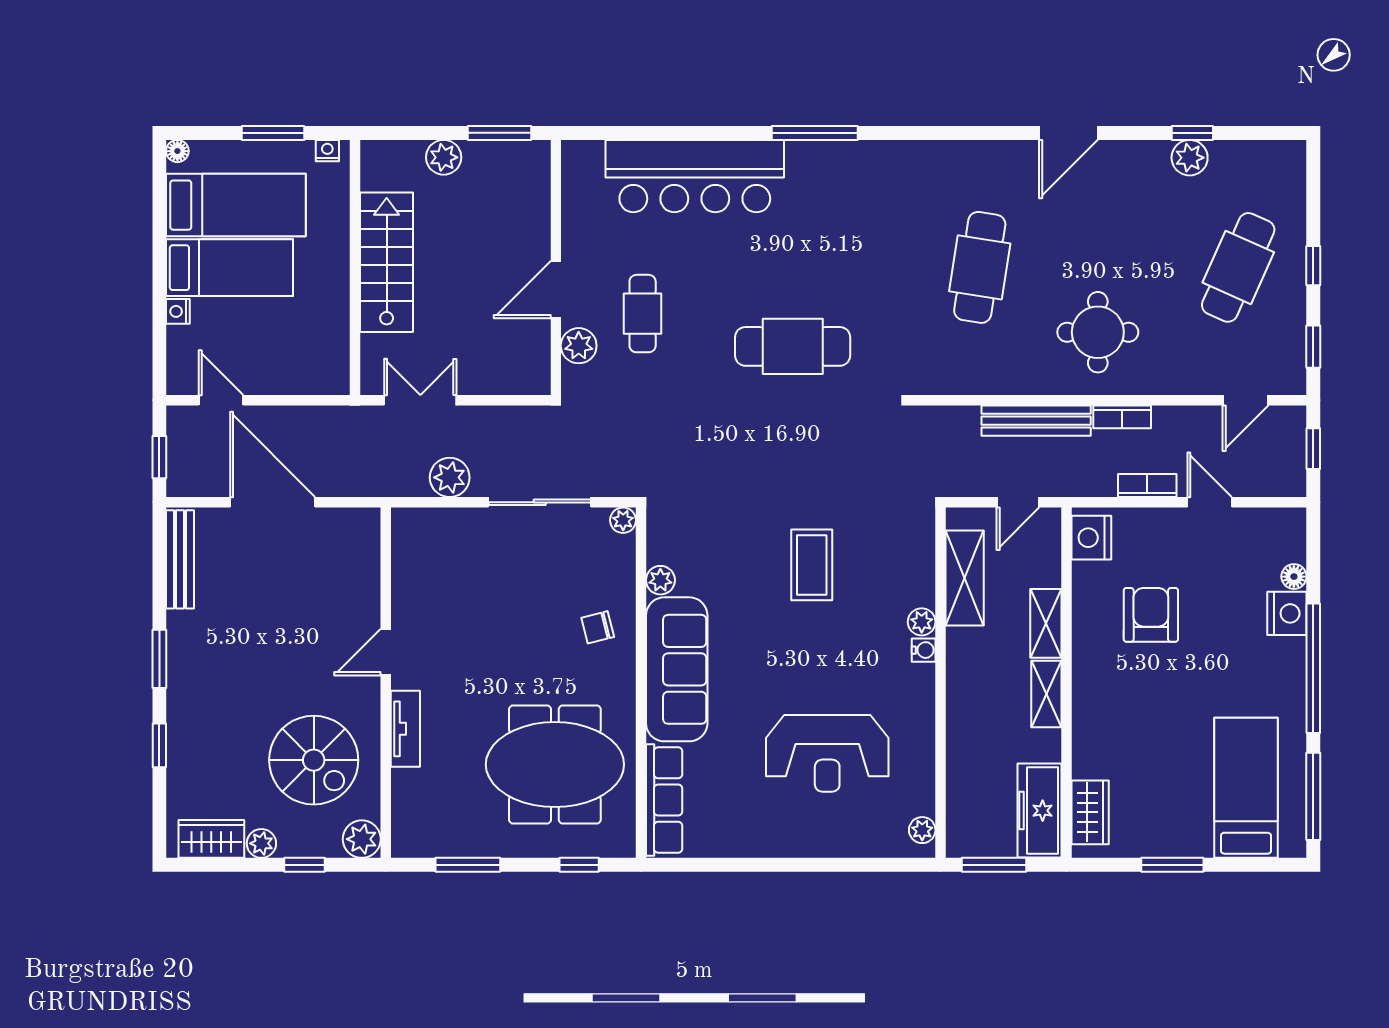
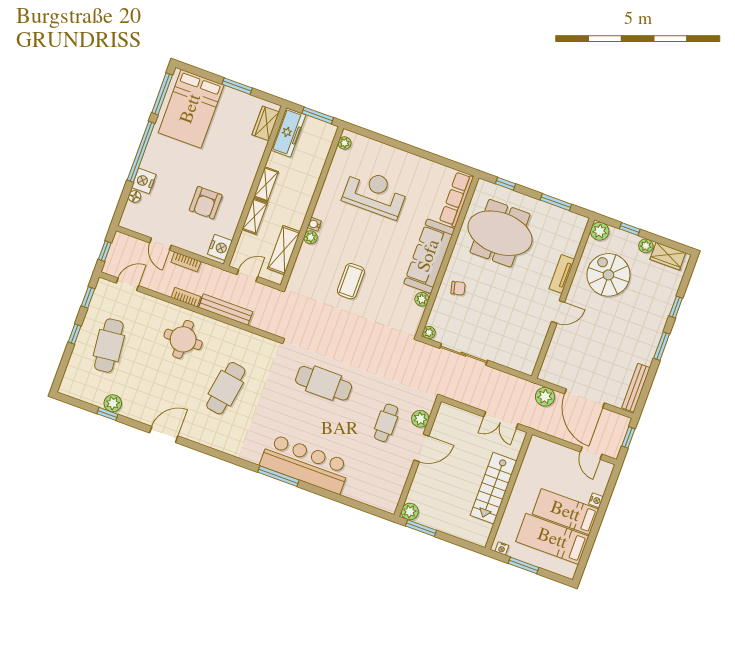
floor lamp: (177, 151) -> (570, 573), removed
plant: (444, 157) -> (410, 512), moved
bar counter: (695, 176) -> (305, 464), moved
cafe table: (1238, 267) -> (109, 346), turned -30
plant: (450, 477) -> (545, 397), moved
bed: (1246, 788) -> (191, 109), width x1.50

